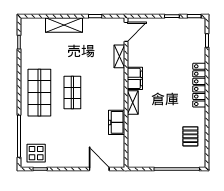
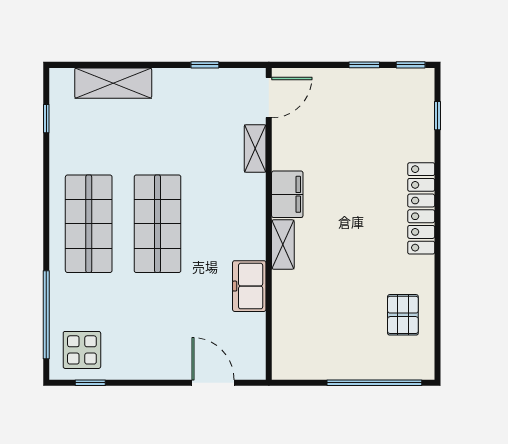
shelving: (64, 25) -> (113, 83), moved
shop shelf: (72, 93) -> (158, 224), width x1.43, depth x1.36

